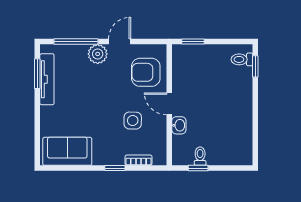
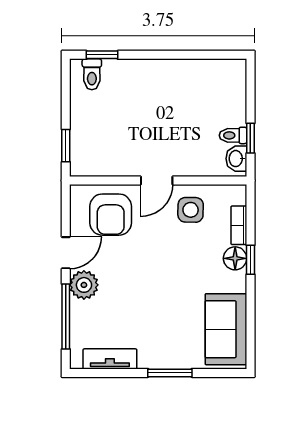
door: (120, 42) -> (66, 253), swing flipped
window: (37, 74) -> (170, 373), moved
tv unit: (47, 79) -> (110, 359), width x0.71
side table: (133, 121) -> (191, 210), moved
washbasin: (179, 125) -> (236, 159), moved, turned -90
floor lamp: (116, 158) -> (235, 258), added

